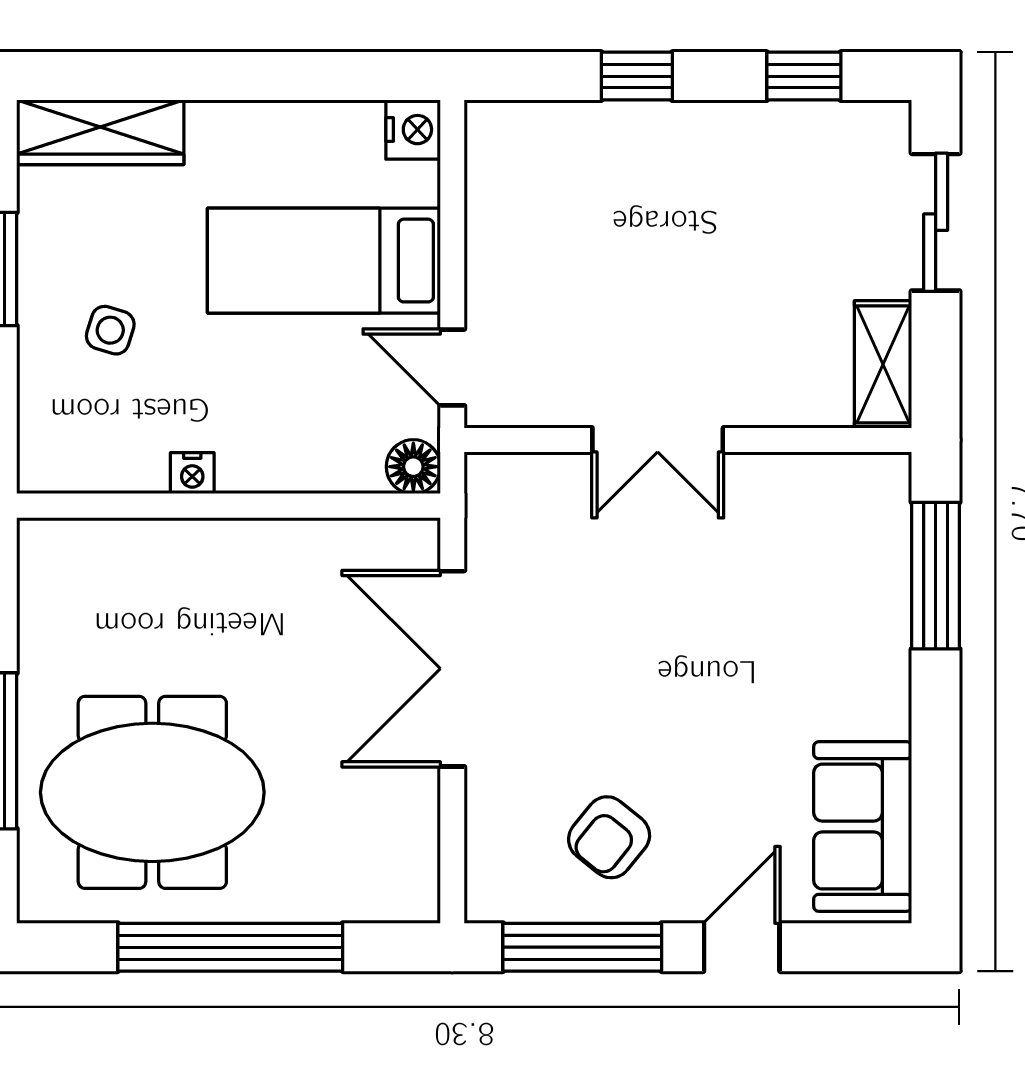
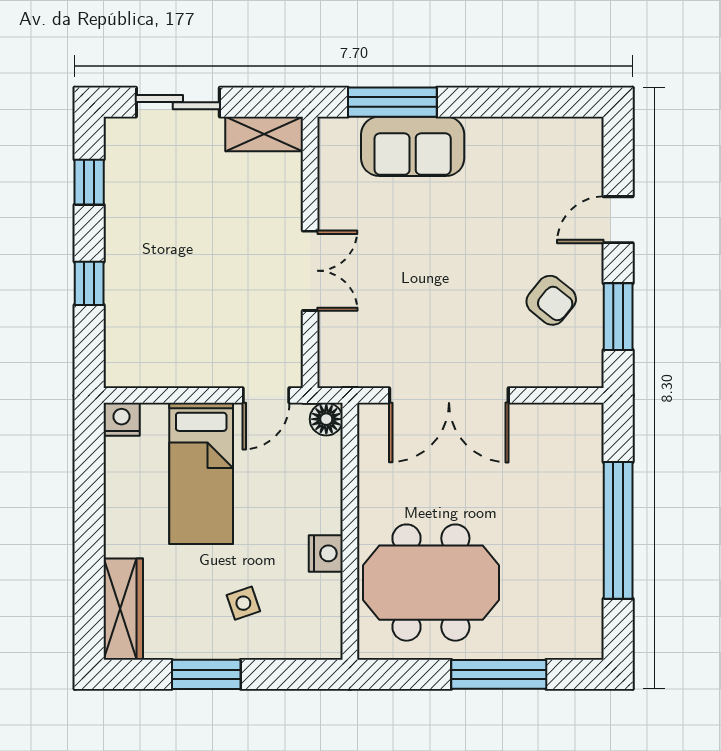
side table: (110, 330) -> (243, 603), turned -36
nightstand: (192, 473) -> (326, 553), width x1.39, depth x1.35
meeting table: (152, 792) -> (431, 583), moved, turned 90
sofa: (863, 827) -> (413, 146), moved
window: (582, 947) -> (618, 317), width x0.69
door: (742, 947) -> (618, 220), hinge flipped

